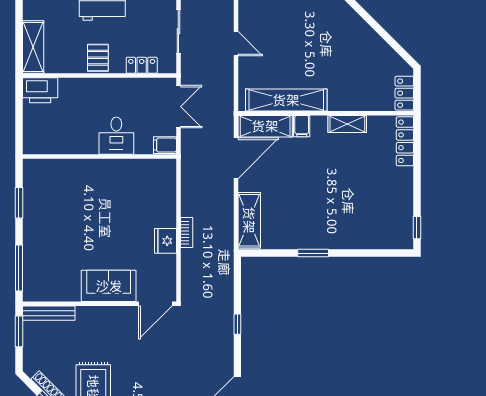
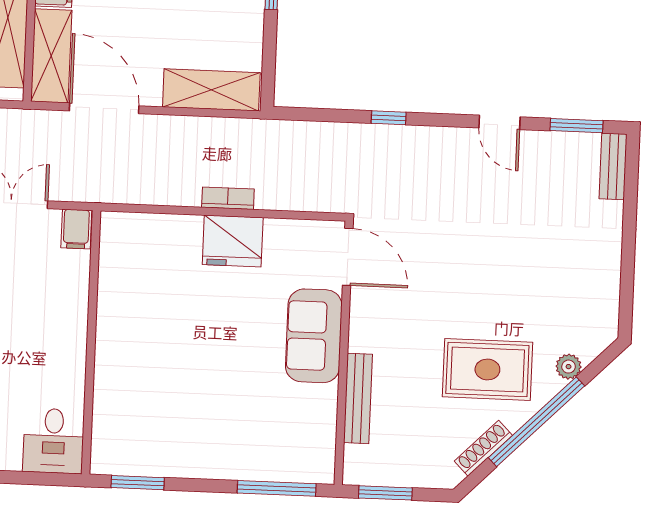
desk: (116, 136) -> (53, 441), moved, turned 90
window: (19, 203) -> (138, 483), moved
fridge: (165, 241) -> (233, 241), width x1.36, depth x1.34
bench: (49, 313) -> (358, 398), moved

